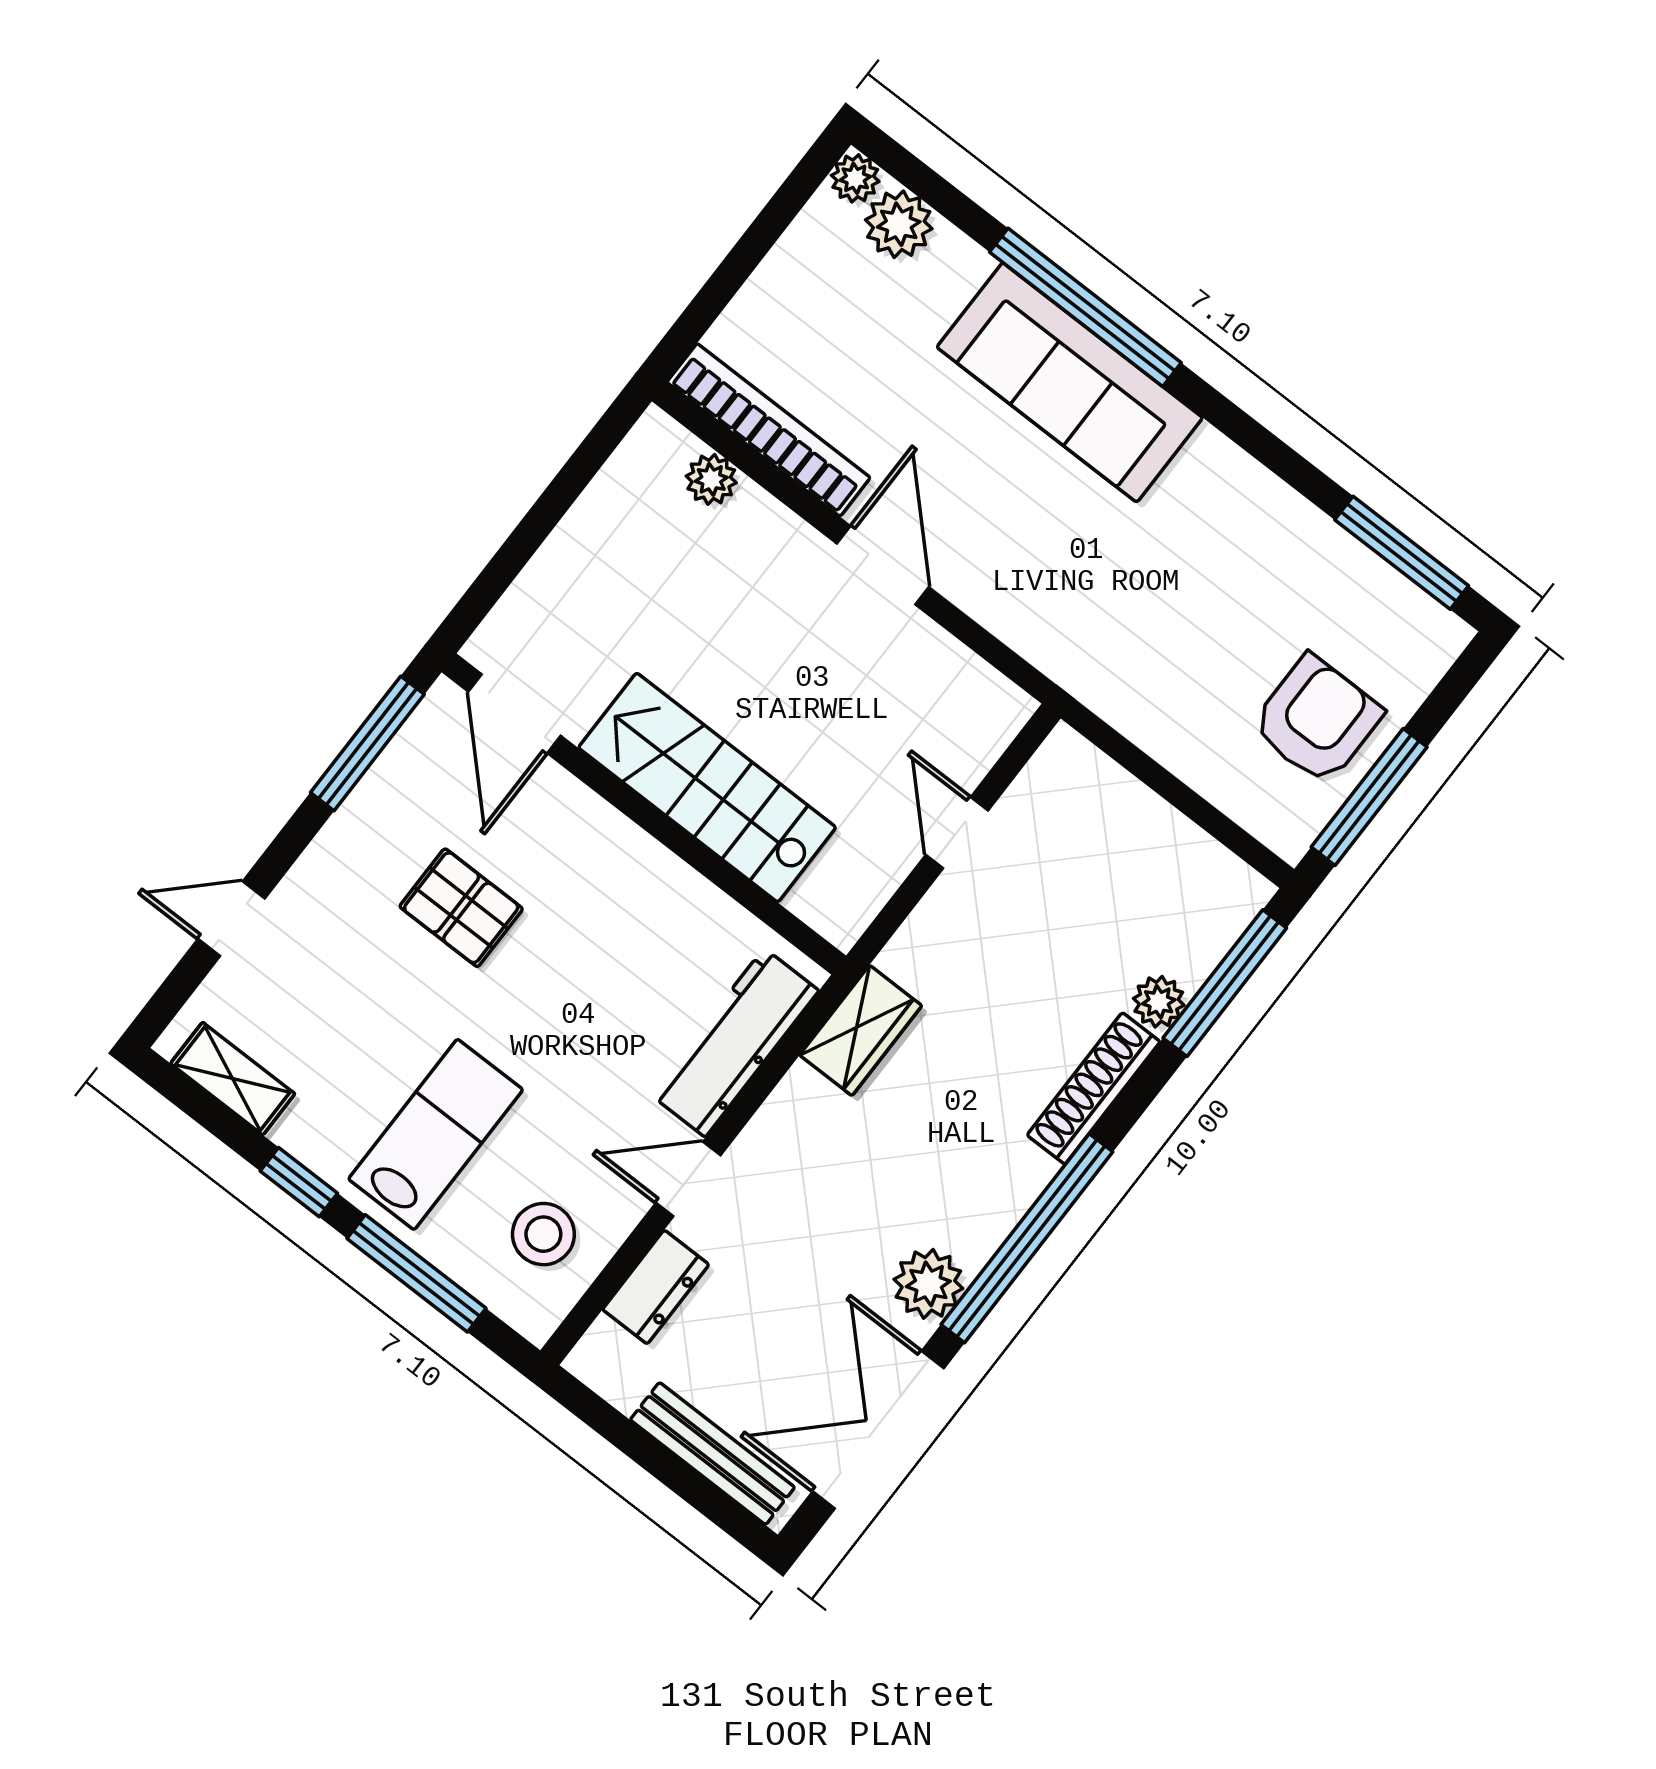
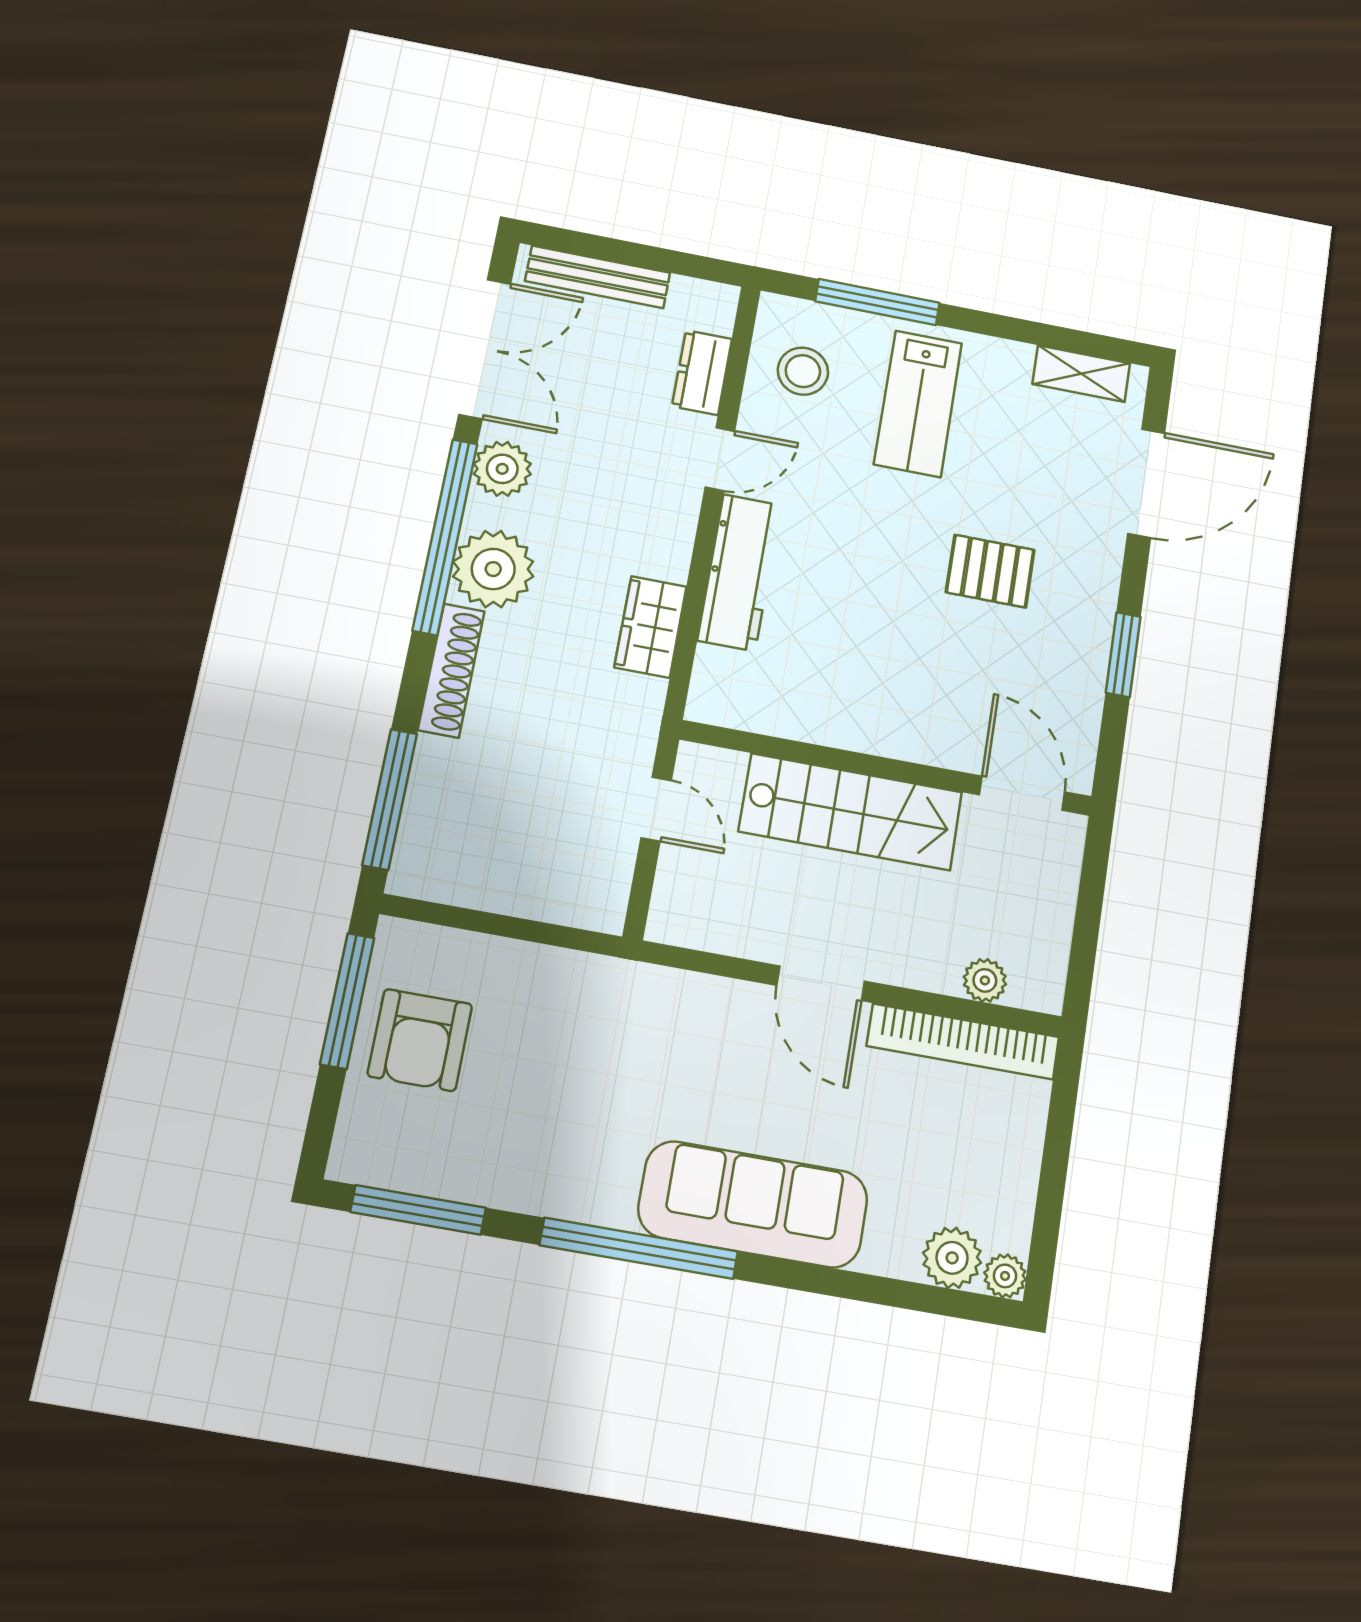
window: (1085, 307) -> (639, 1248), moved
door: (514, 714) -> (1022, 793), moved
window: (367, 743) -> (1123, 655), width x0.69
stairs: (707, 788) -> (851, 812), moved
wall: (644, 814) -> (887, 768), moved
door: (231, 919) -> (1146, 483), width x1.88
plant: (1159, 1002) -> (493, 569), moved, width x1.88, depth x1.88
window: (299, 1182) -> (995, 325), removed

